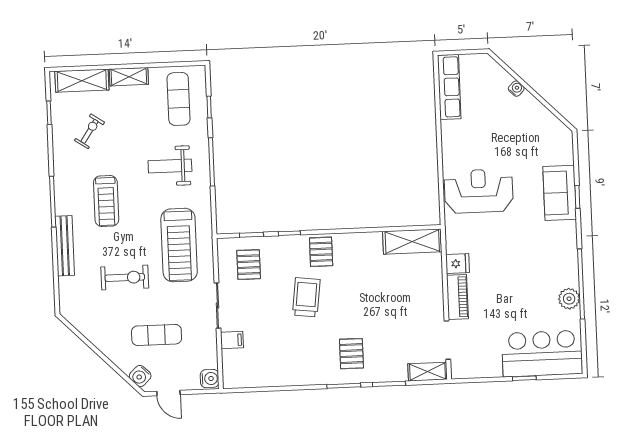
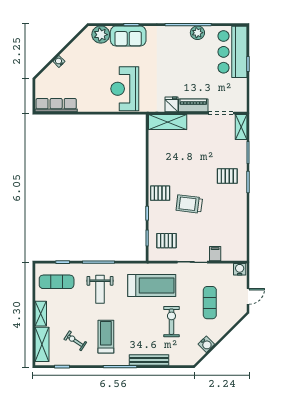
plant: (560, 151) -> (101, 35), added
treadmill: (106, 201) -> (106, 337), moved, turned -90
shelving: (412, 242) -> (168, 122), moved, turned 90
water cooler: (140, 376) -> (206, 344), moved

